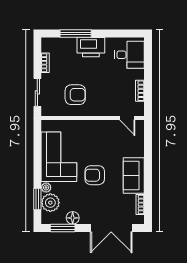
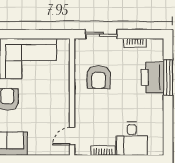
printer: (91, 47) -> (153, 77), moved
desk: (129, 55) -> (132, 139), moved

